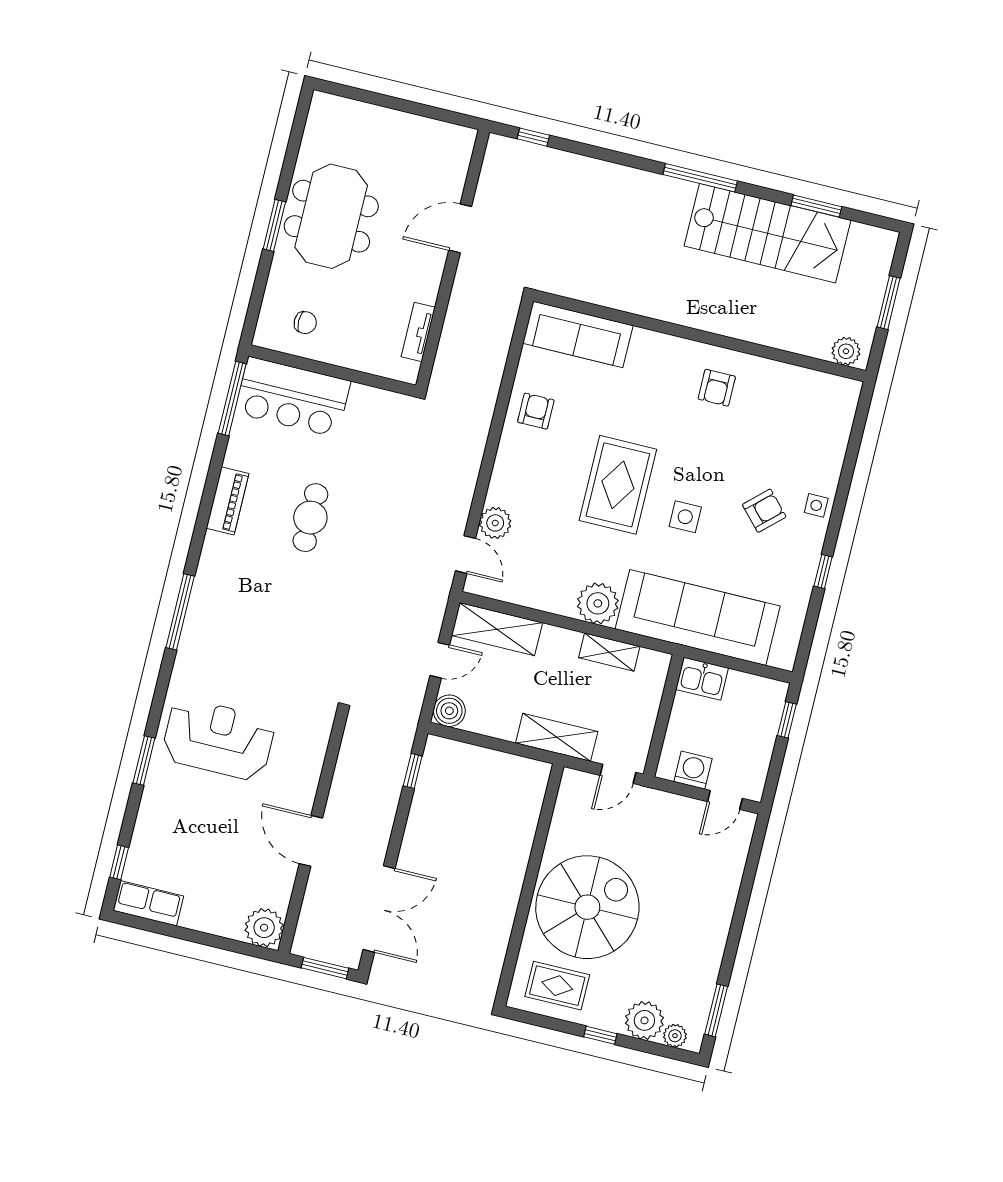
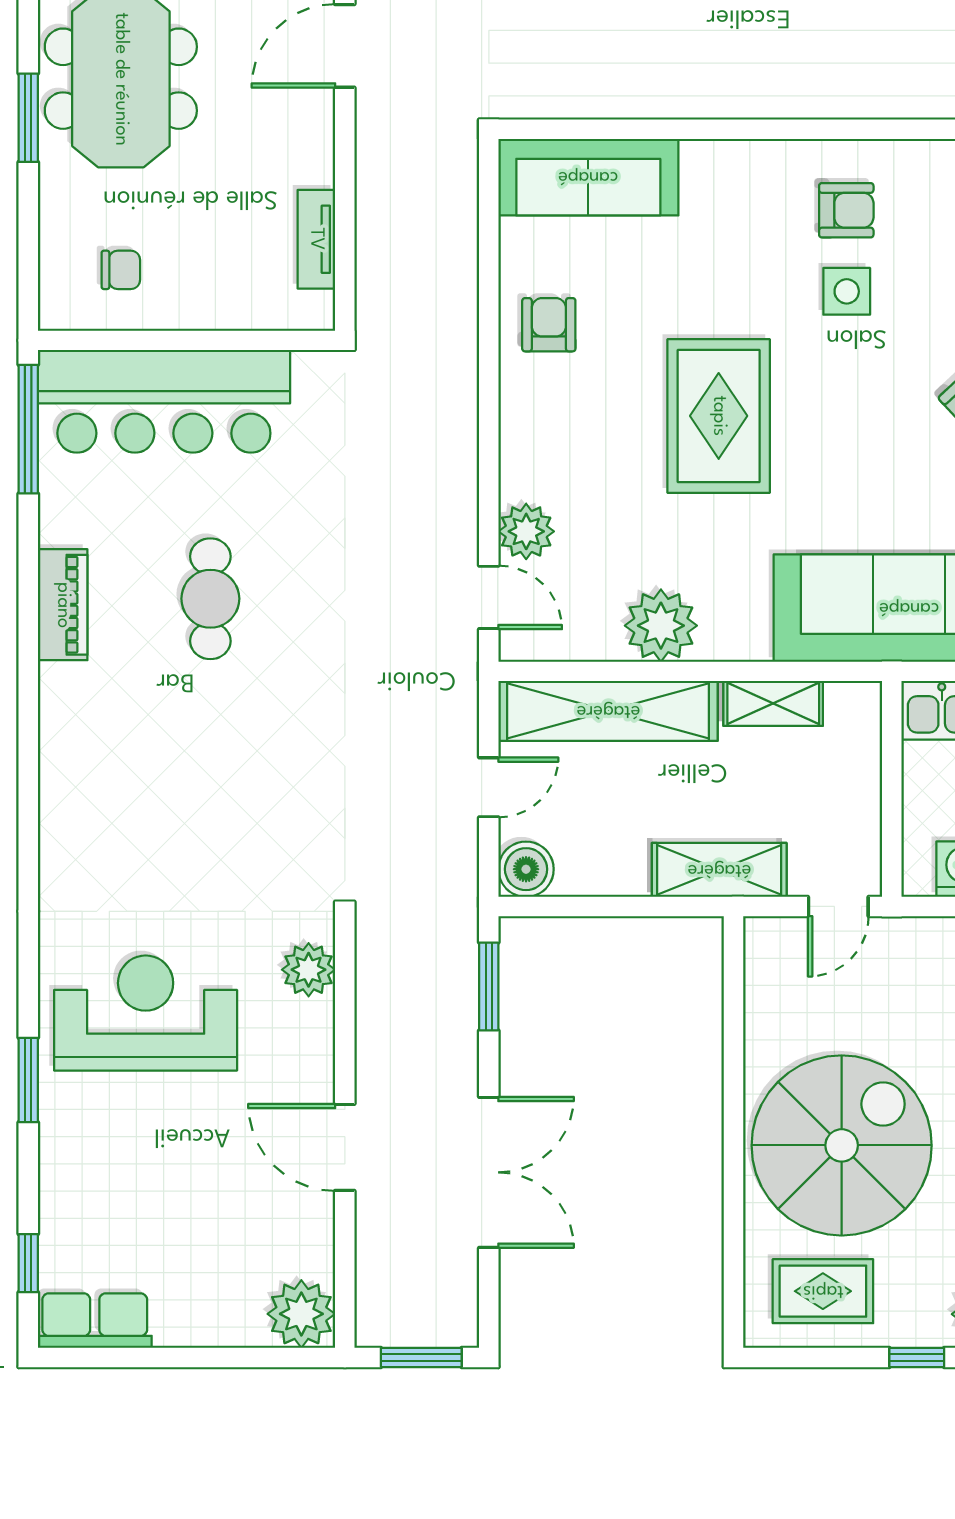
armchair: (717, 388) -> (846, 210), turned -90
bar counter: (293, 397) -> (164, 401), width x1.36
side table: (685, 517) -> (847, 291), moved
plant: (598, 603) -> (661, 626), moved
window: (180, 612) -> (28, 813), removed
shelving: (497, 629) -> (608, 711), width x1.47
plant: (315, 737) -> (309, 970), added
window: (413, 771) -> (489, 986), width x1.50
double door: (379, 909) -> (489, 1172), moved

